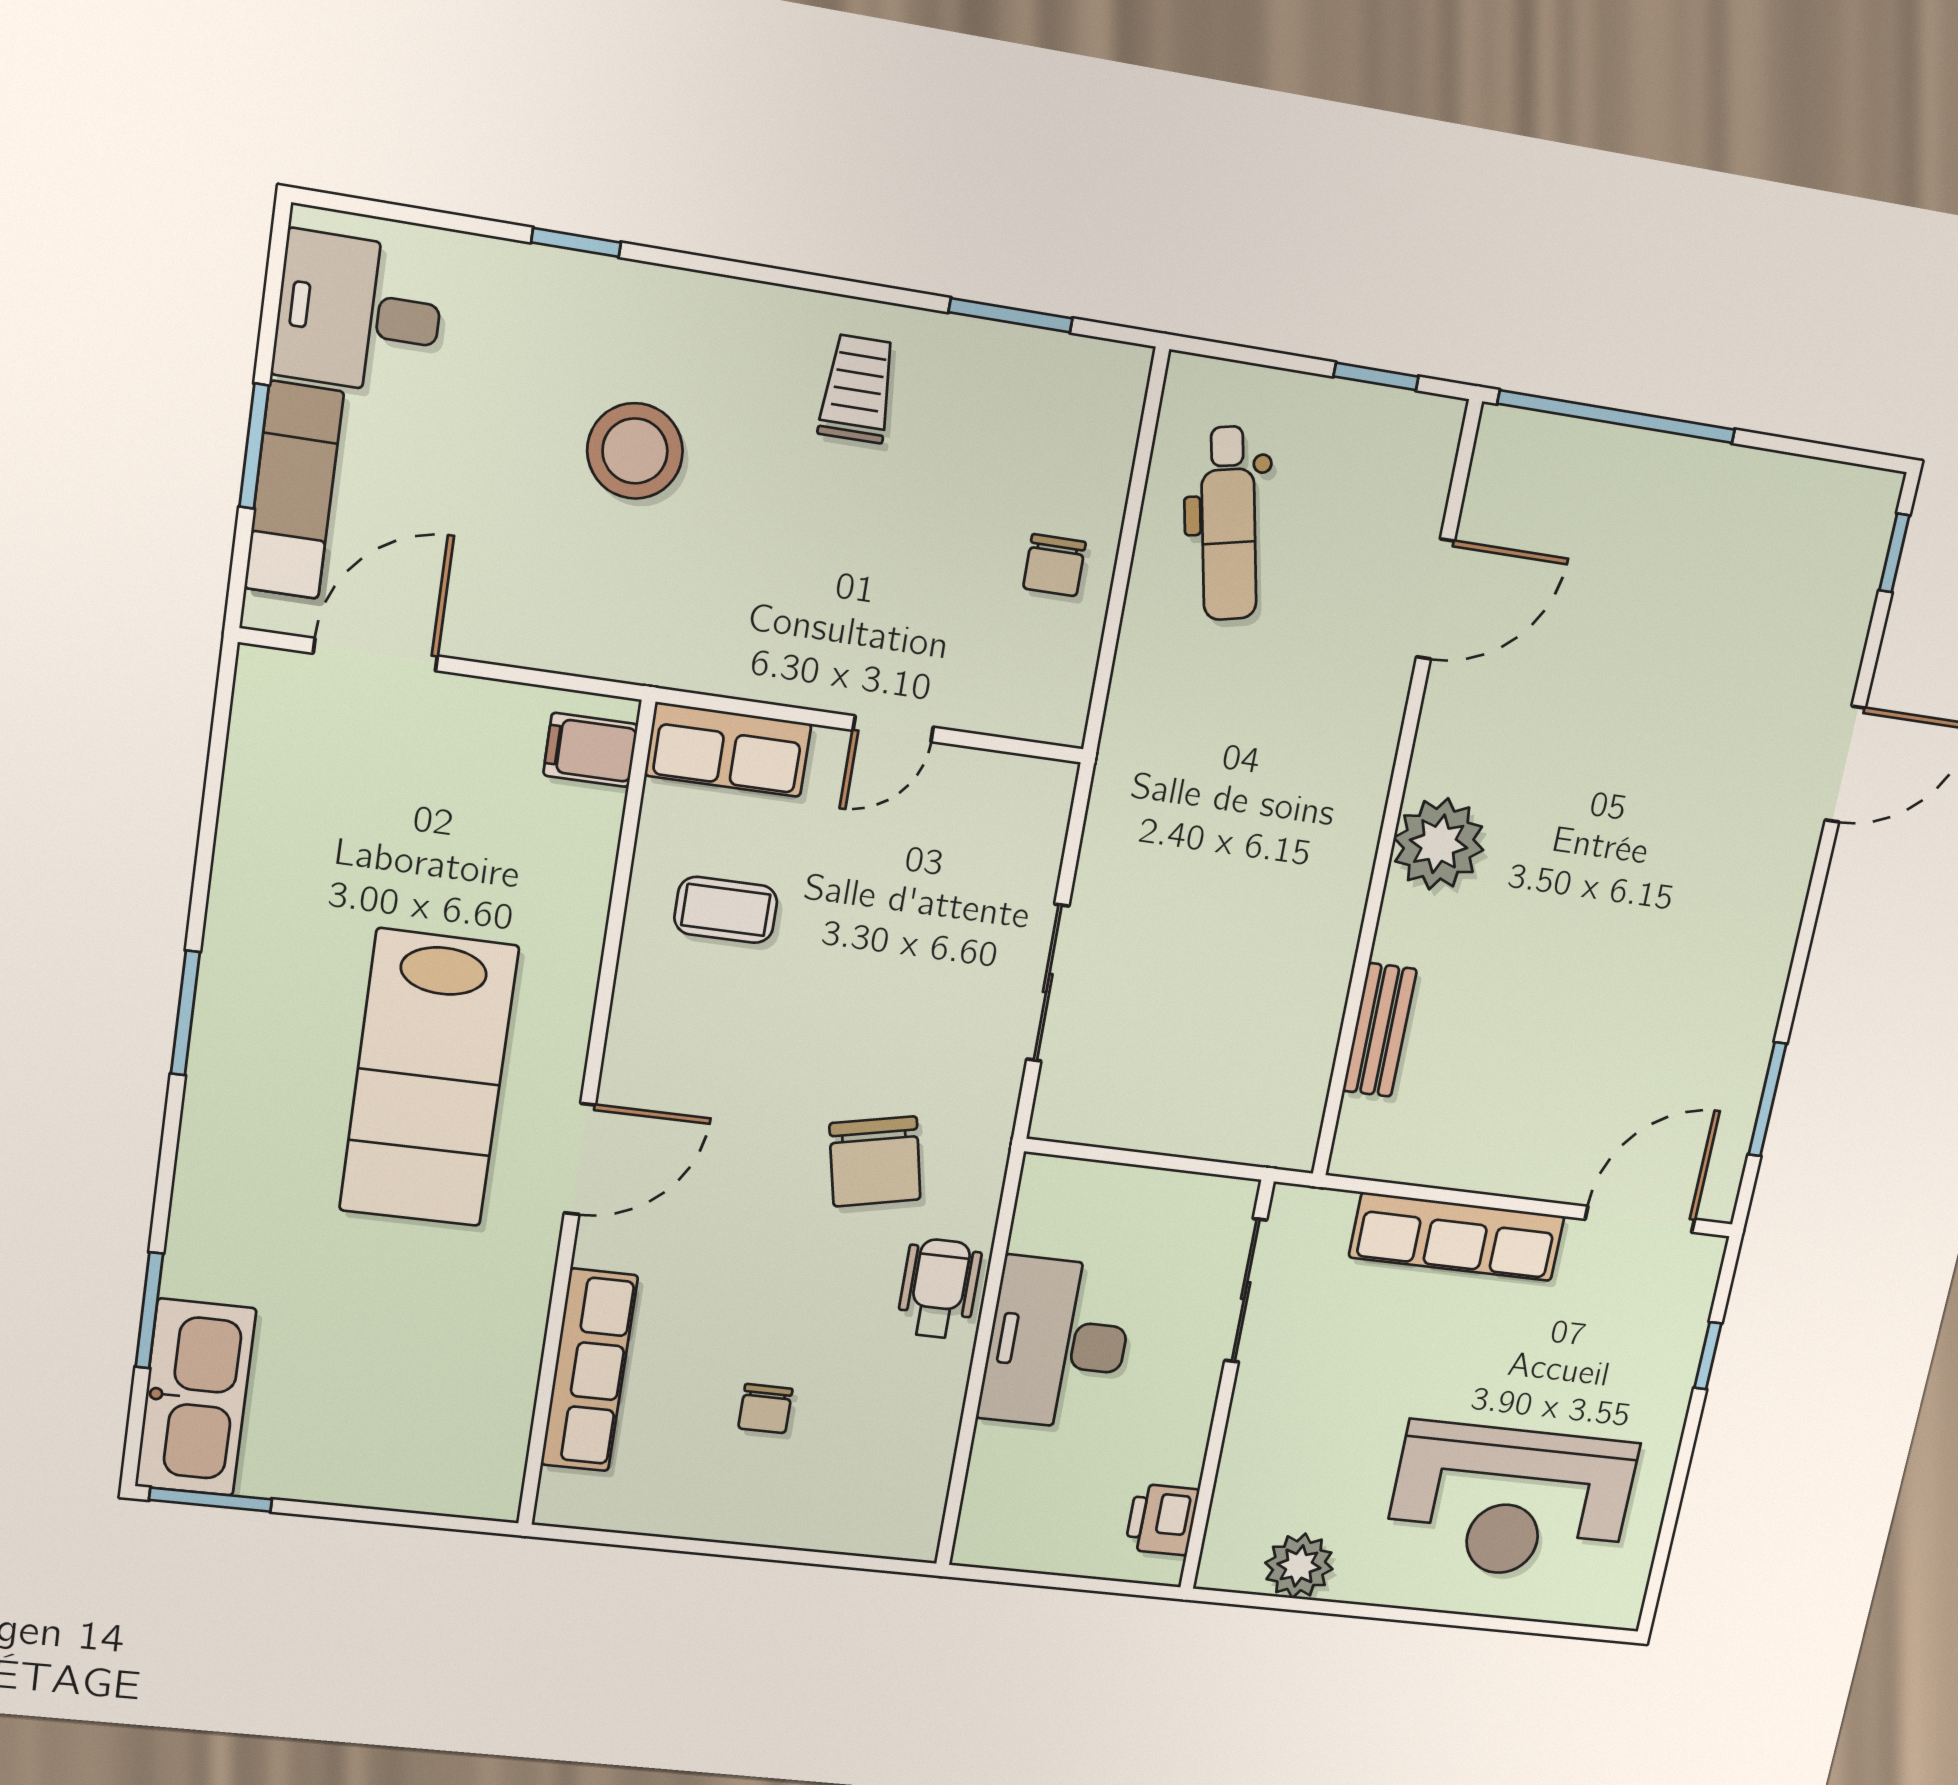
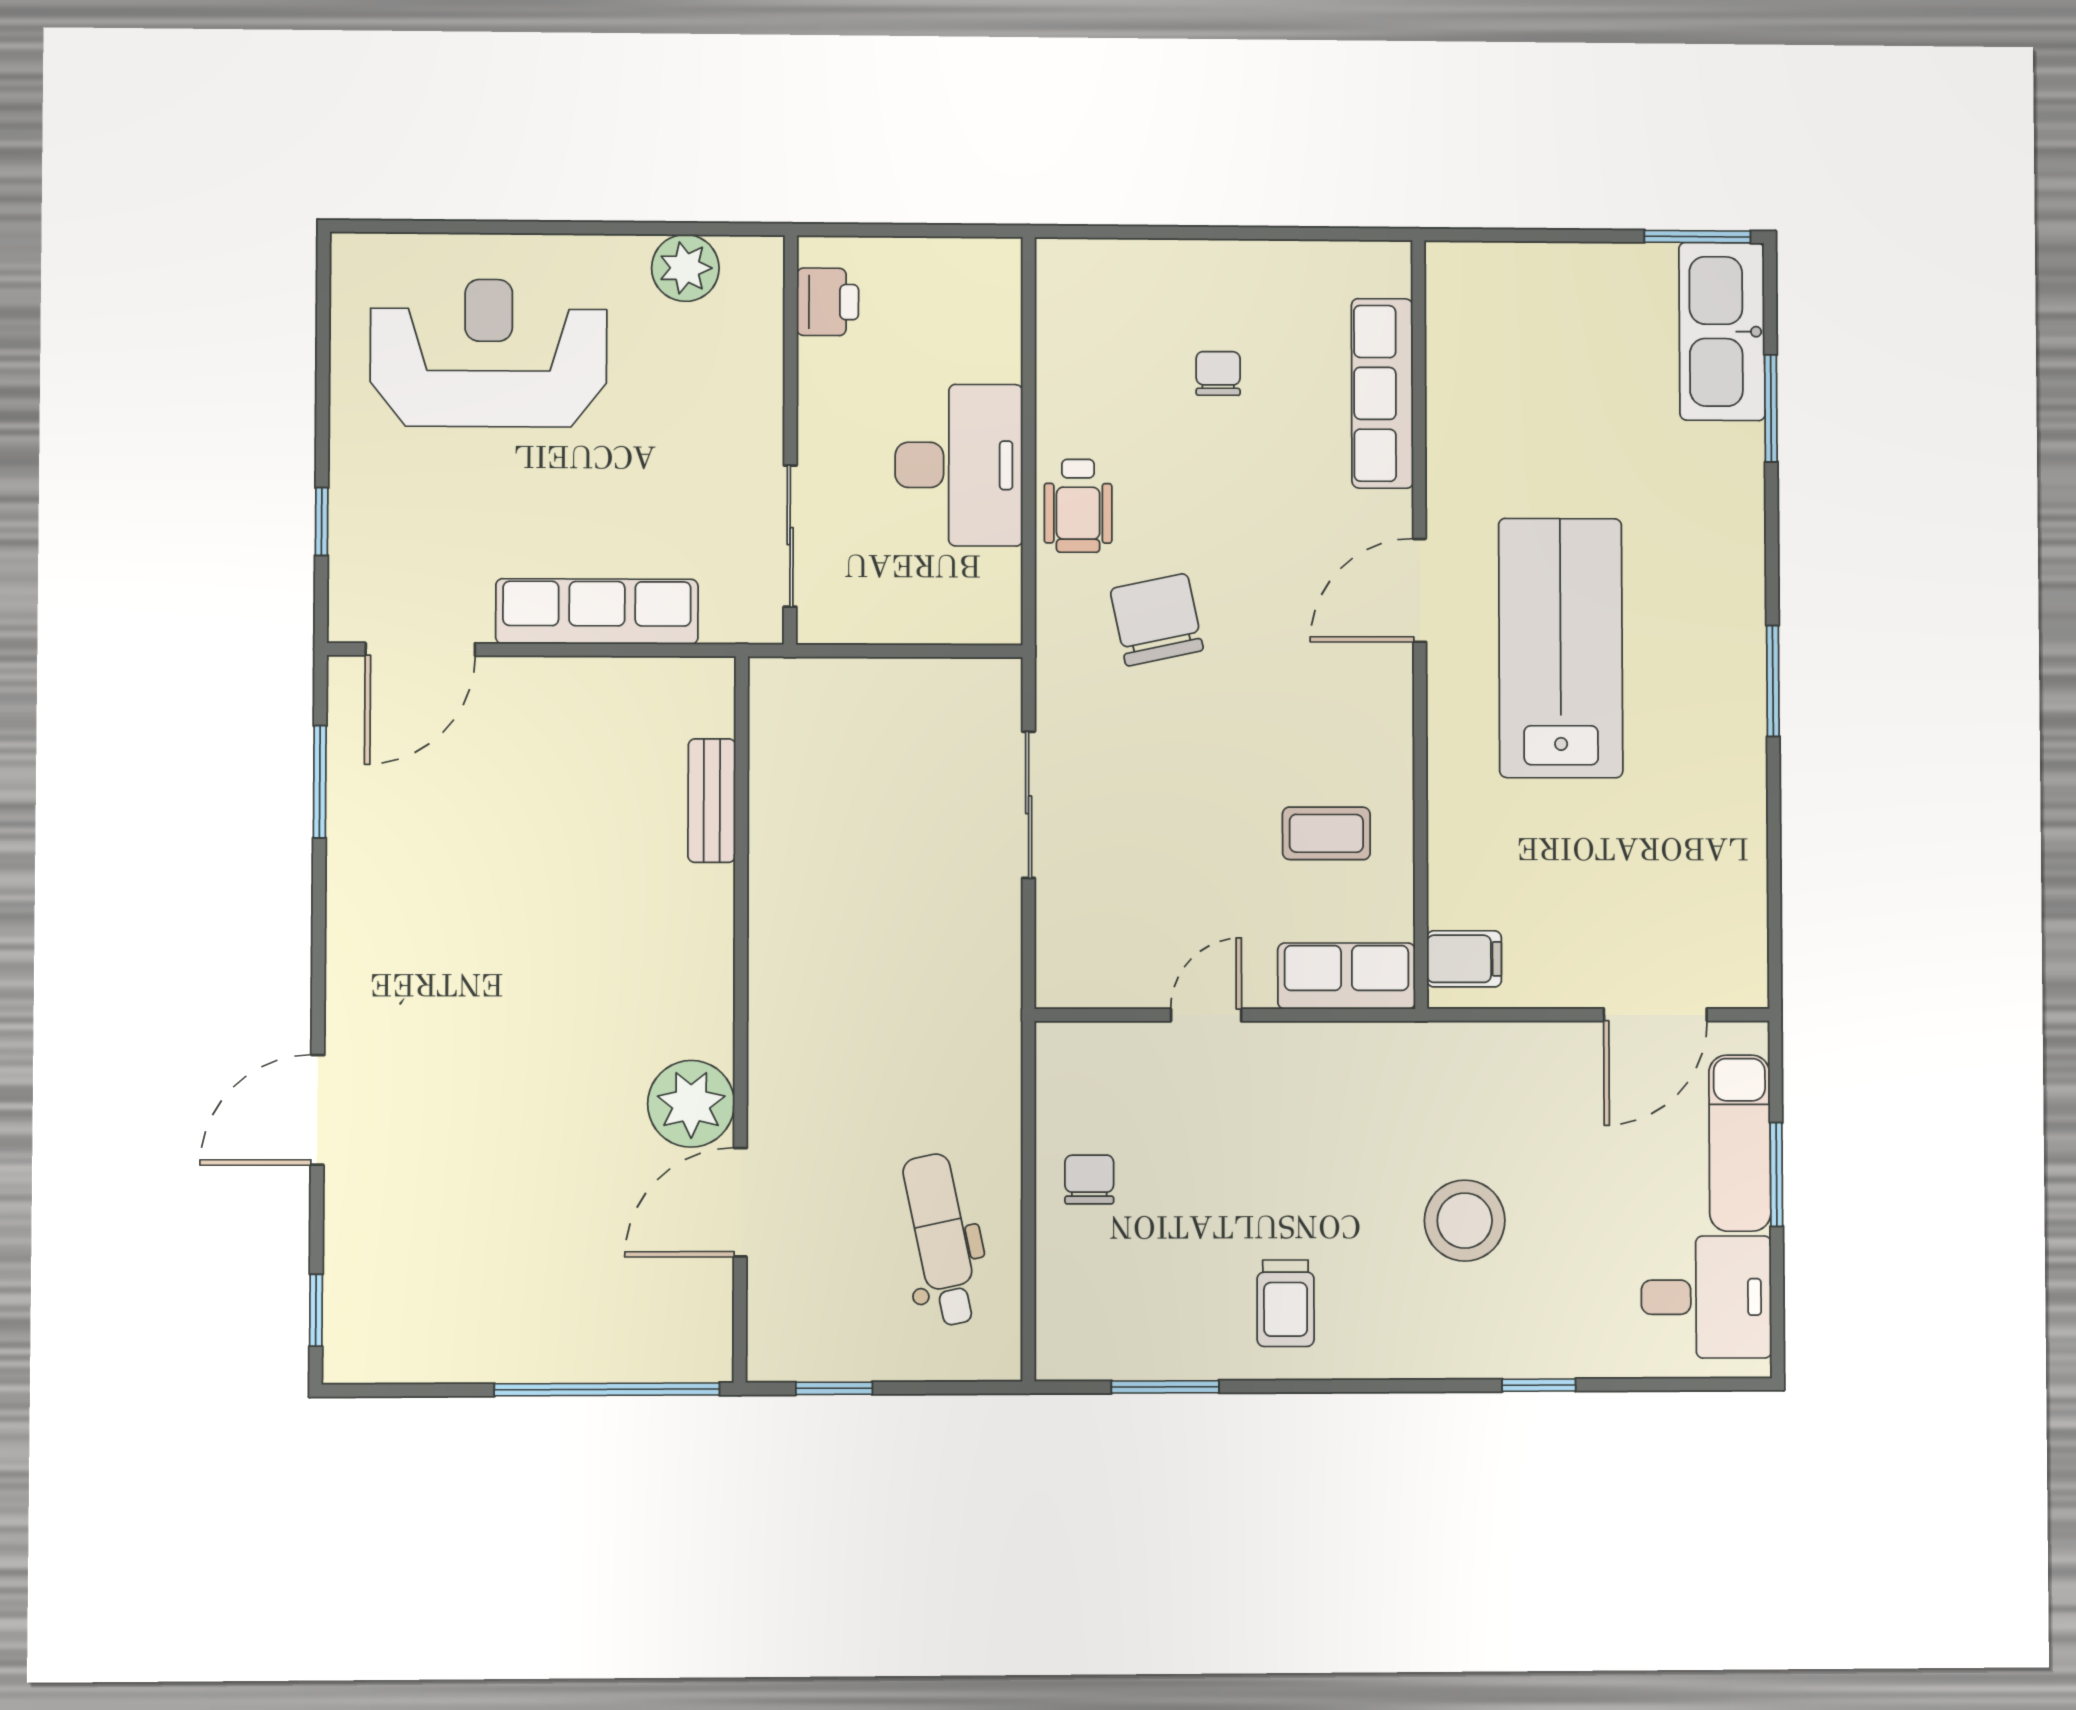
plant: (1439, 844) -> (691, 1104), moved

